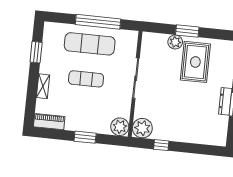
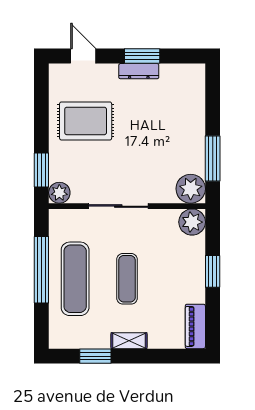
window: (187, 31) -> (41, 170), moved
plant: (175, 42) -> (59, 193), moved
shelving: (43, 86) -> (129, 341), moved
window: (161, 145) -> (213, 158), width x2.17

